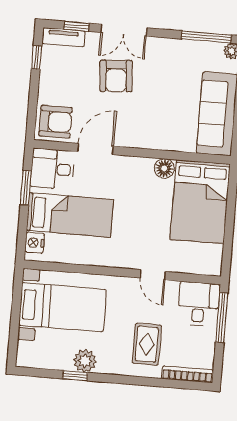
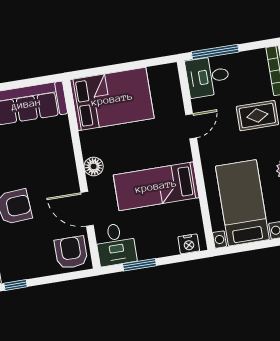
floor lamp: (164, 168) -> (94, 166), moved
bed: (70, 215) -> (156, 186), moved, turned -90

